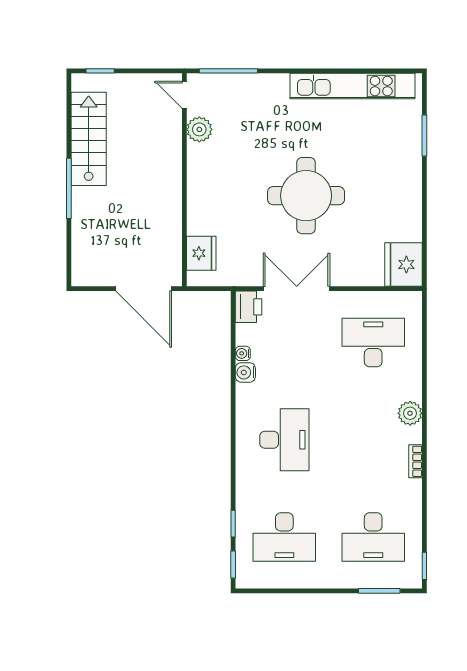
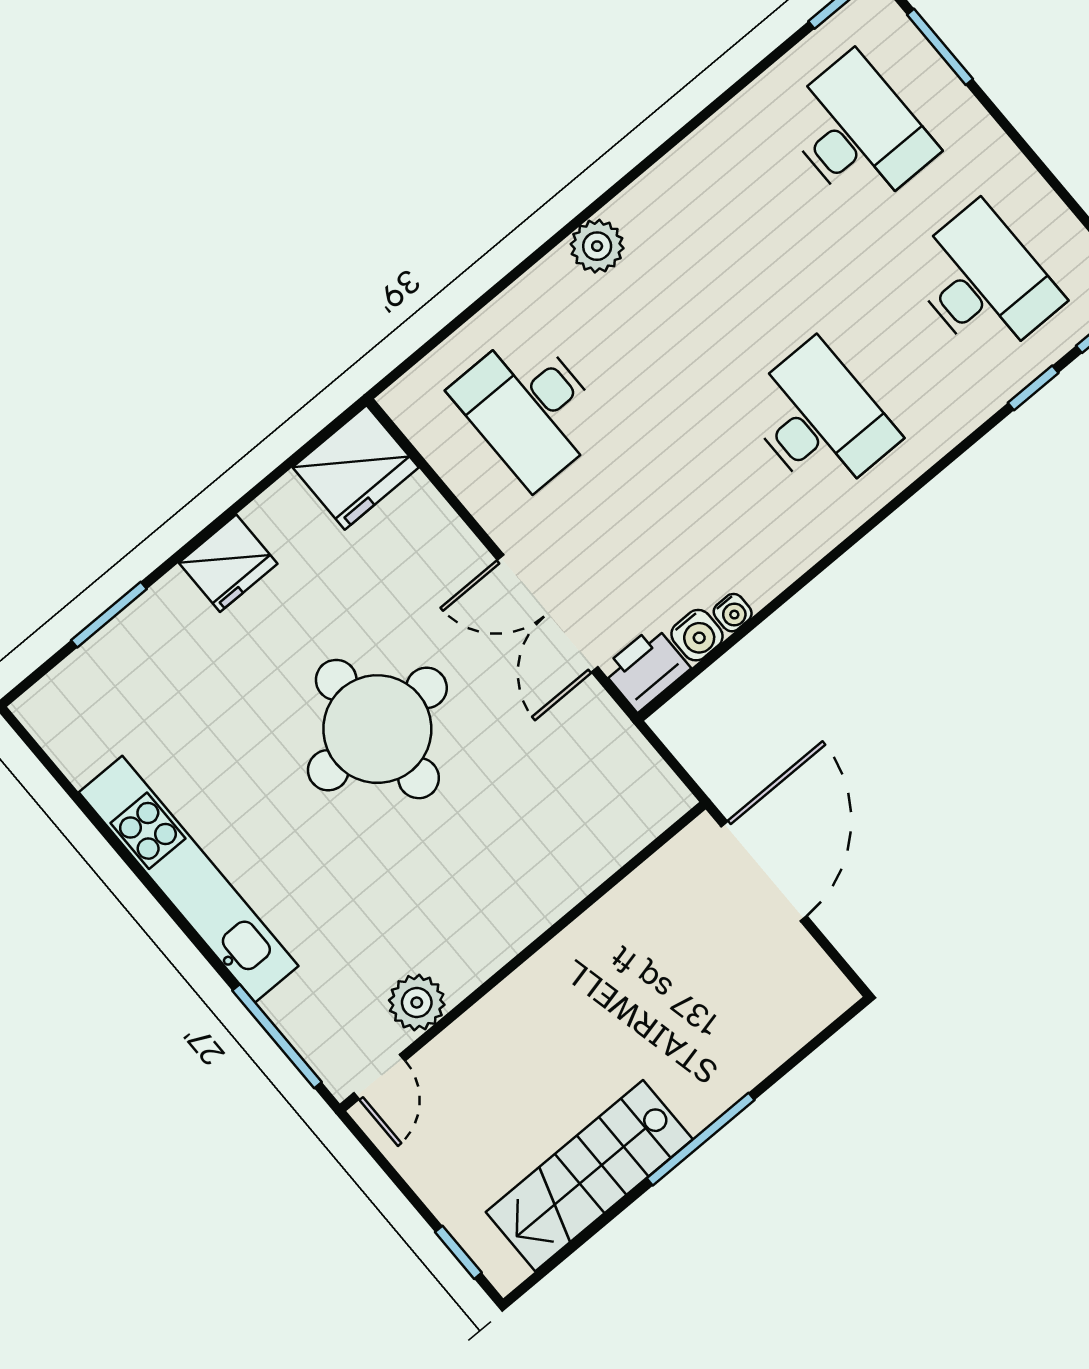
kitchen unit: (352, 86) -> (189, 879), moved
fridge: (201, 253) -> (228, 563), moved, turned 180
water cooler: (245, 372) -> (697, 635), moved
desk: (284, 440) -> (819, 420), turned 90
bookcase: (415, 461) -> (670, 169), removed

